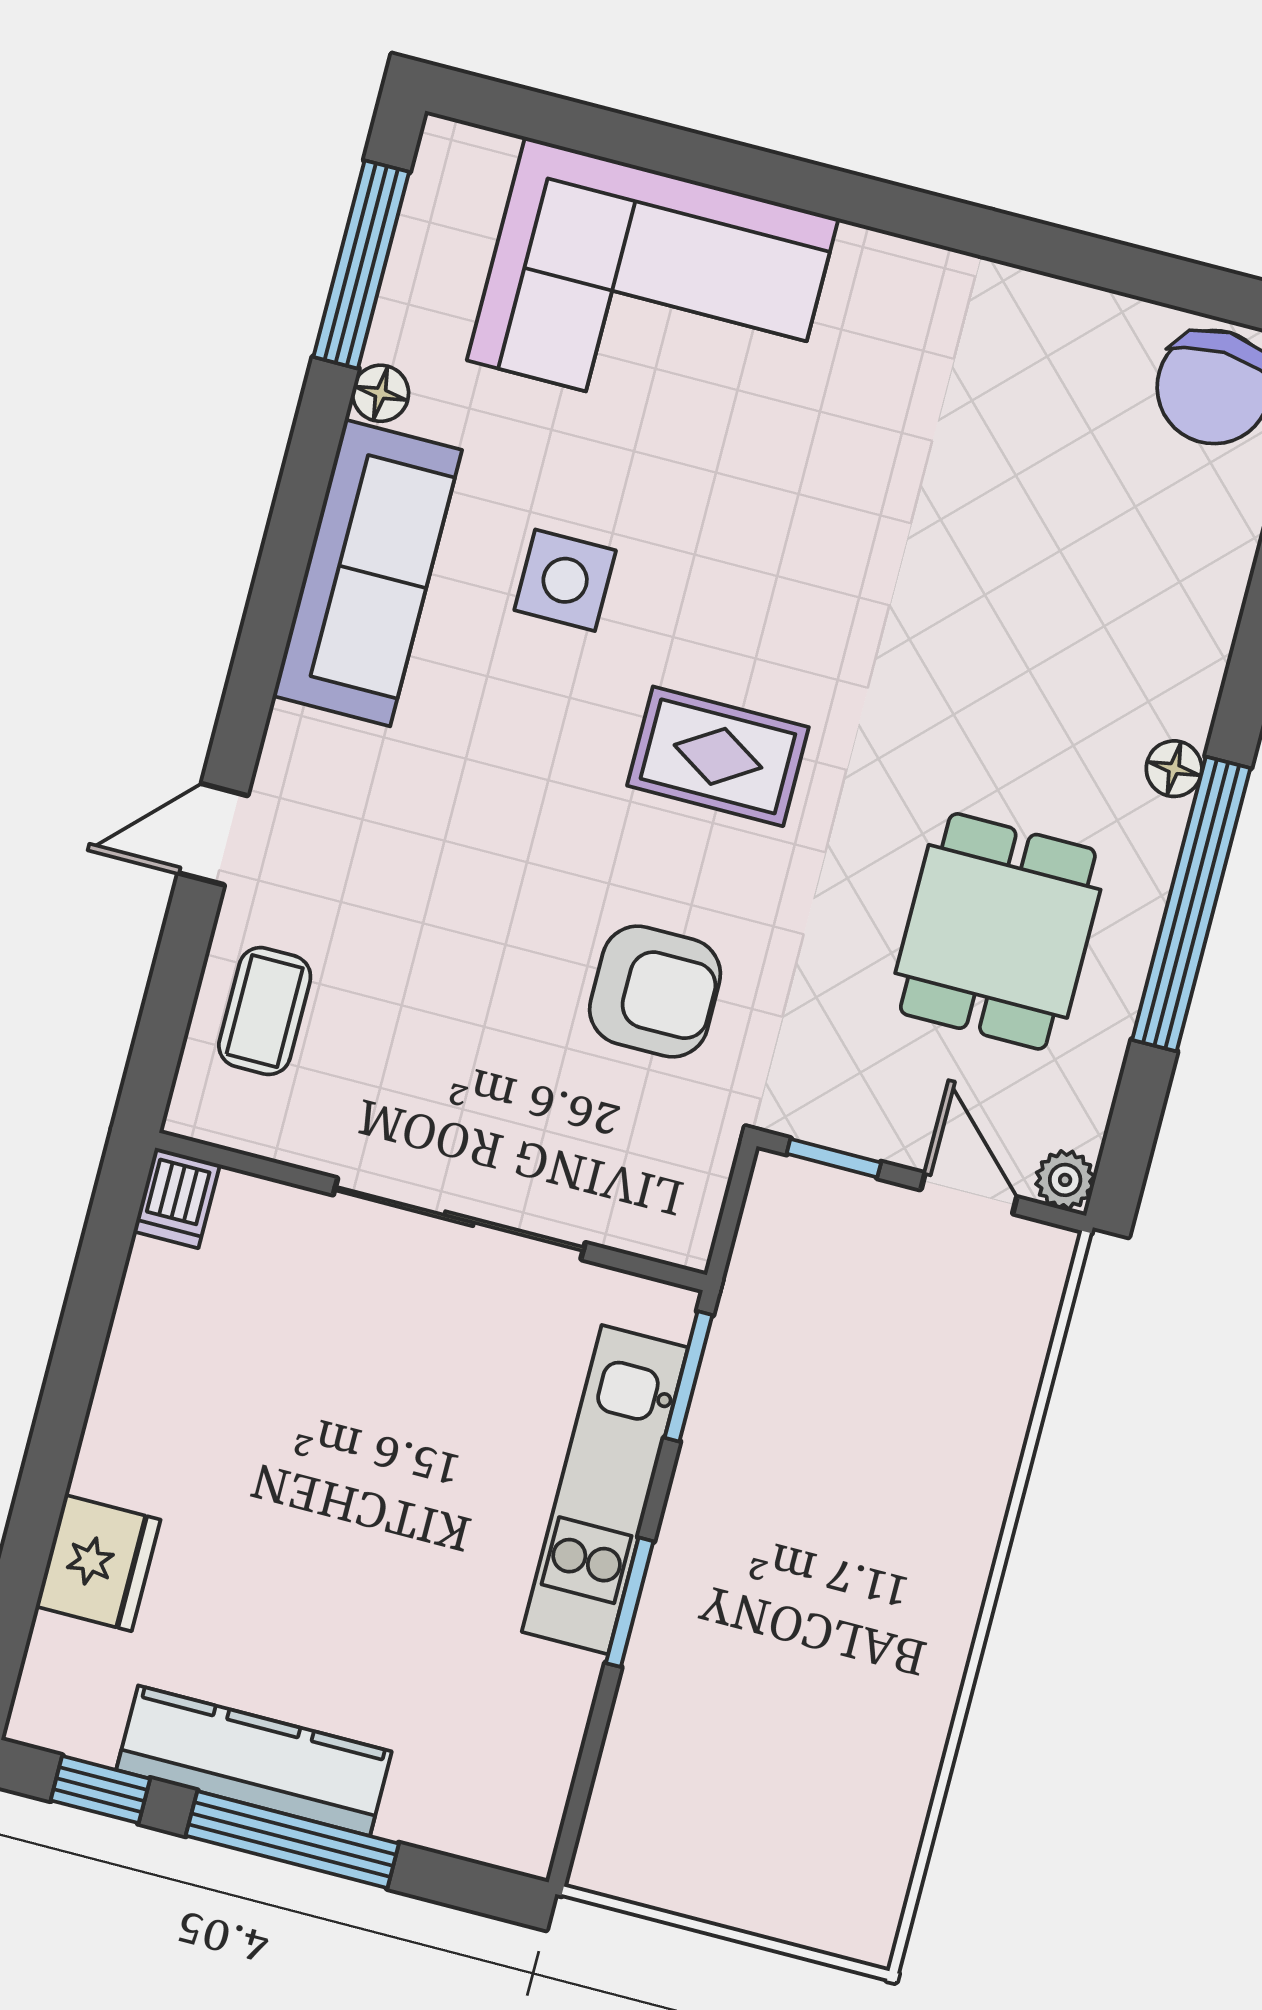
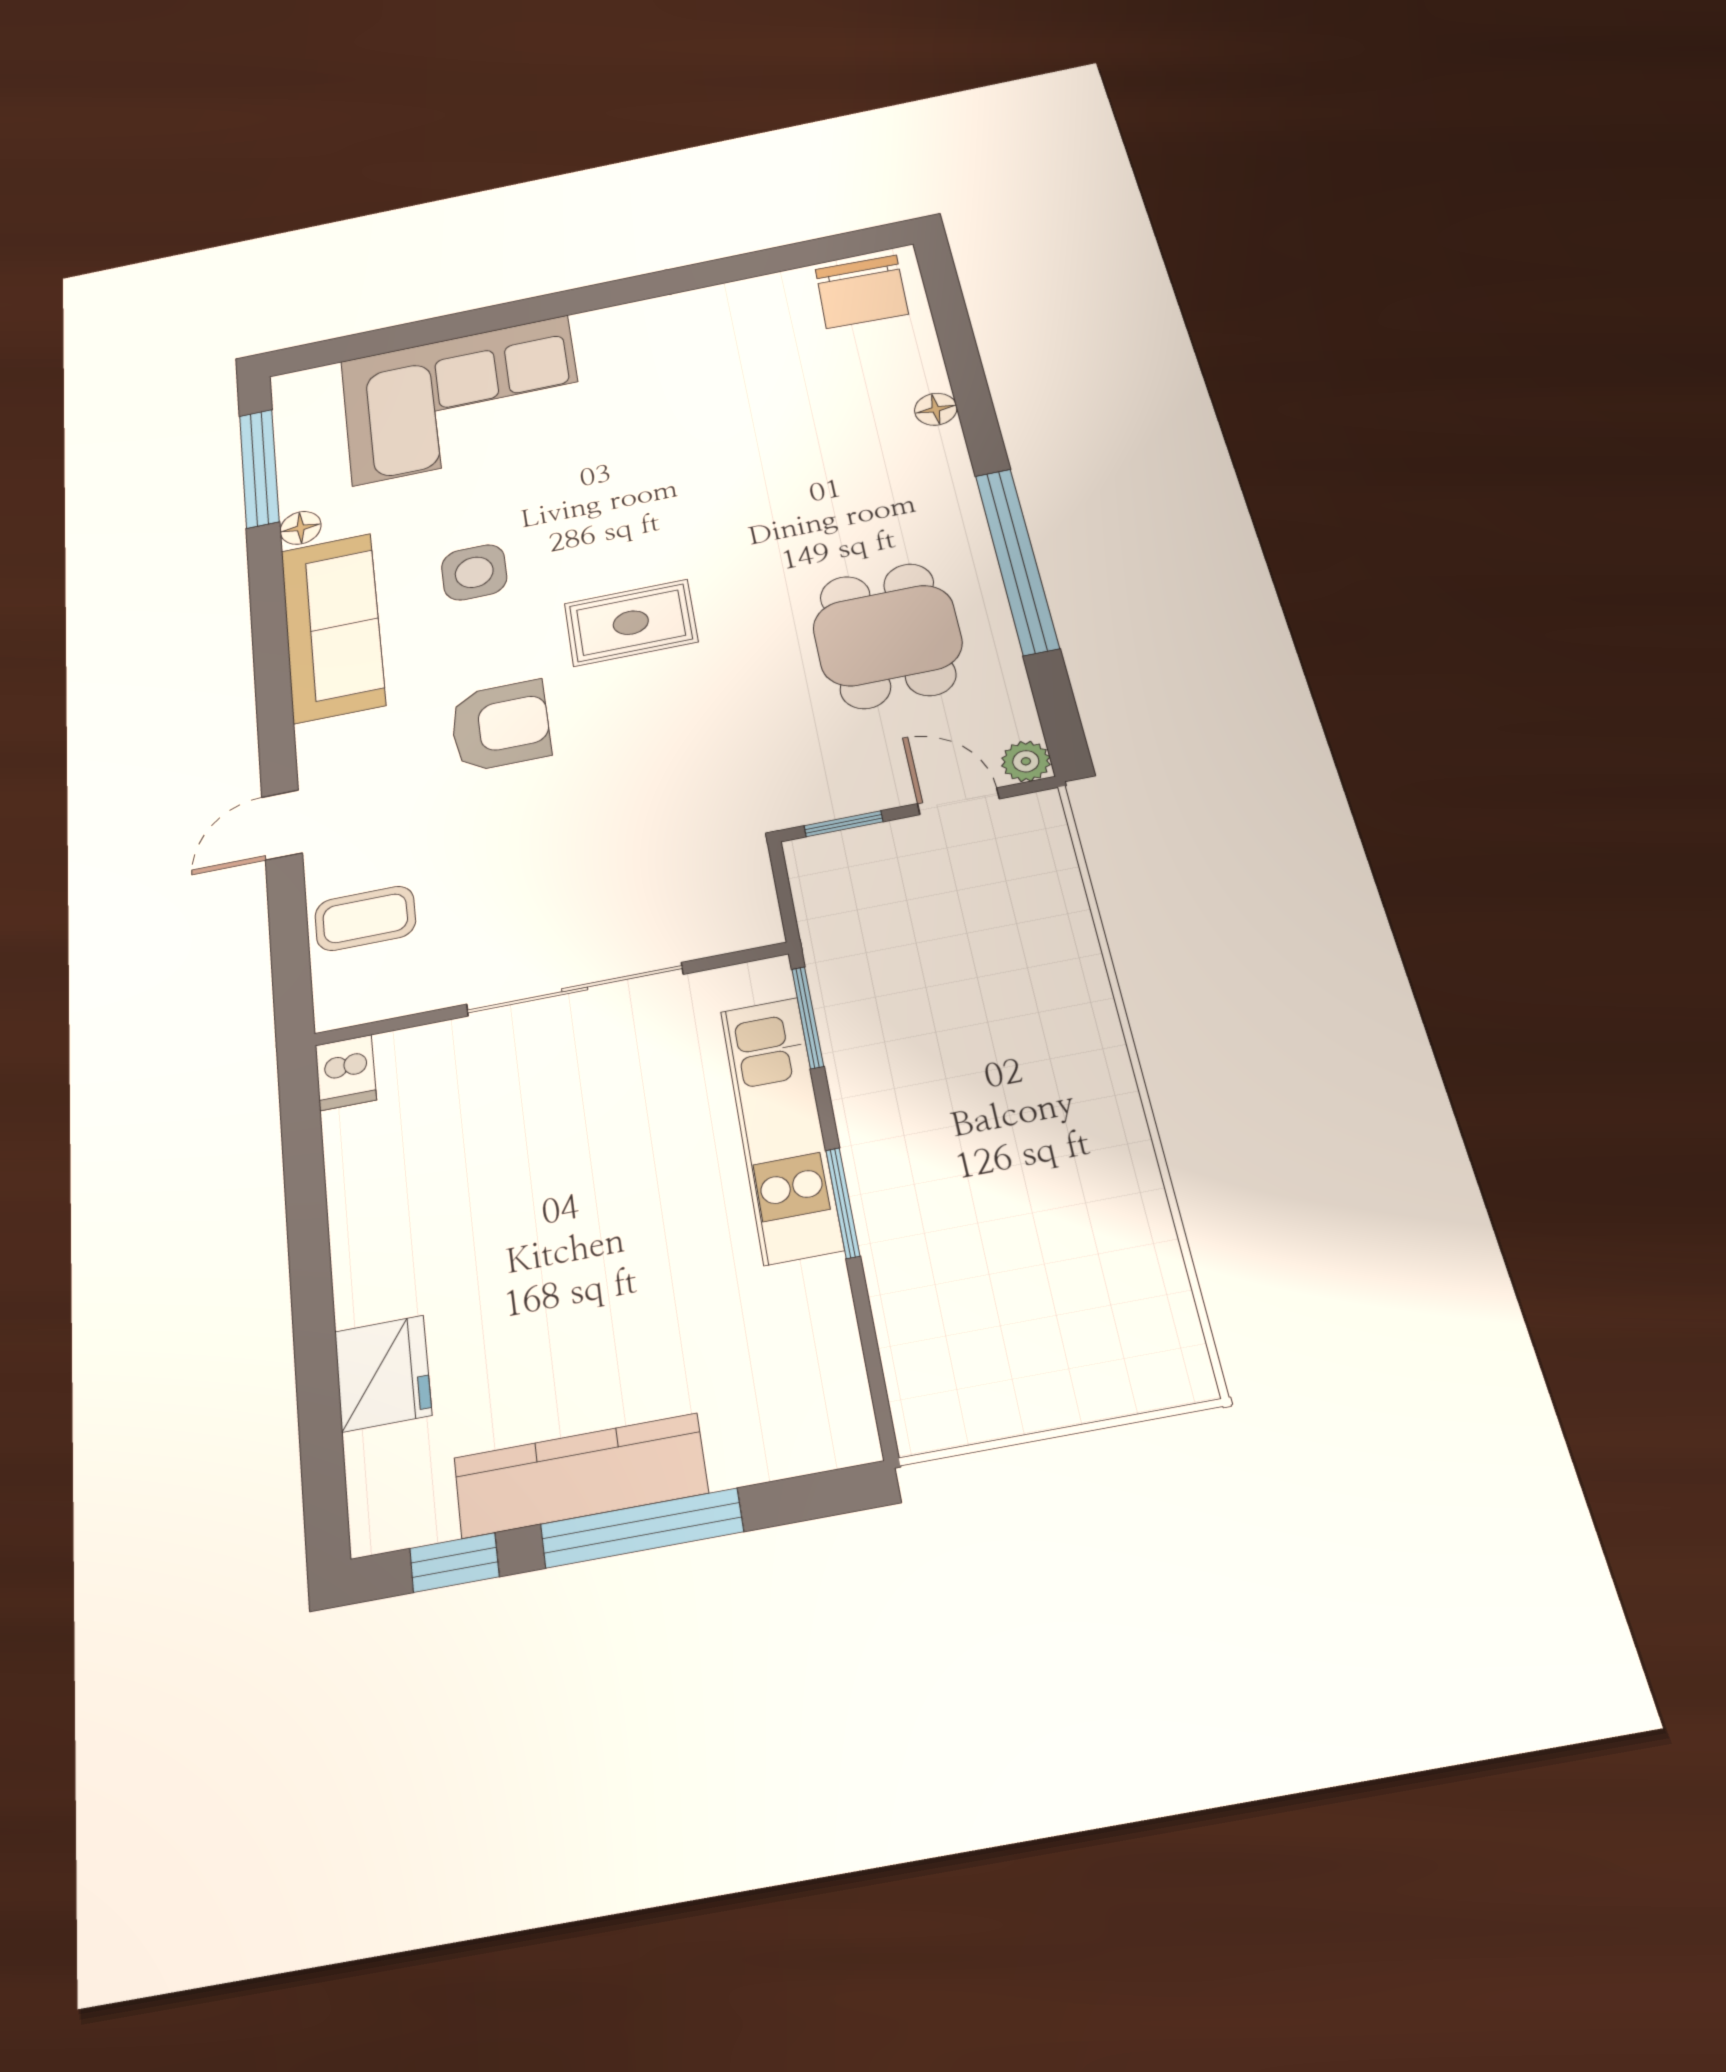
floor lamp: (1174, 769) -> (936, 409), moved
armchair: (655, 992) -> (500, 726), moved
coffee table: (265, 1011) -> (365, 918), turned 90

